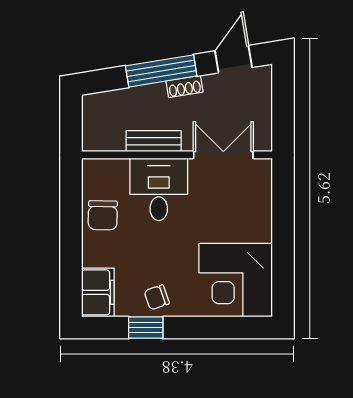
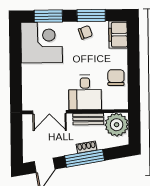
shoe rack: (185, 87) -> (86, 147), moved
plant: (103, 130) -> (117, 125), added
window: (146, 328) -> (91, 16), width x1.50
window: (223, 328) -> (48, 16), added

